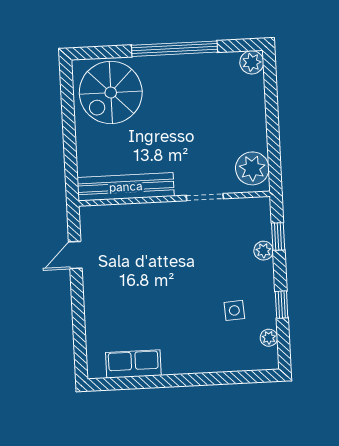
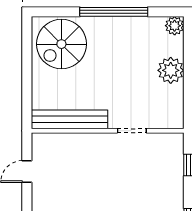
plant: (252, 168) -> (171, 70), moved
plant: (264, 251) -> (176, 176), removed

